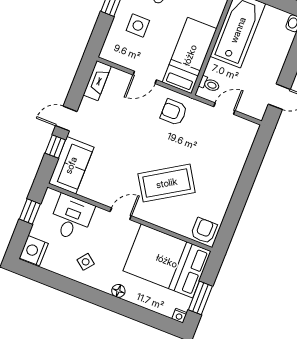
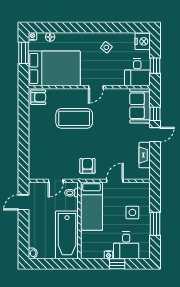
fireplace: (97, 81) -> (145, 155), moved
armchair: (174, 112) -> (87, 166), turned -90
coffee table: (167, 183) -> (74, 118), turned 32
desk: (71, 218) -> (137, 72), moved
armchair: (204, 231) -> (38, 97), turned -90
floor lamp: (118, 291) -> (50, 37), moved

